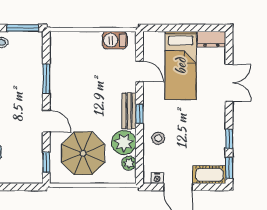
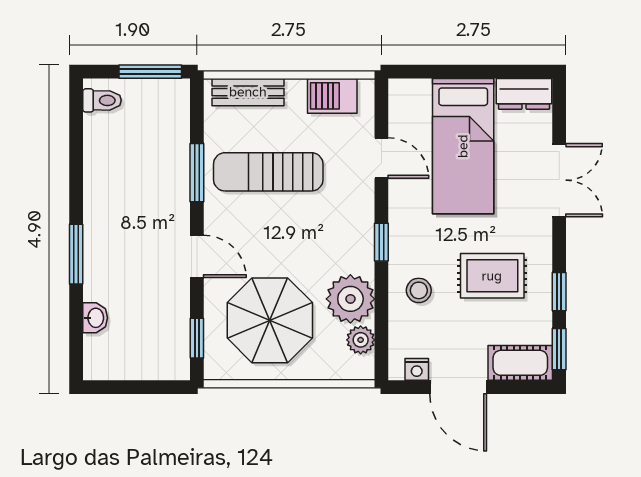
sun lounger: (82, 78) -> (268, 172), added
bench: (129, 111) -> (248, 92), moved, turned 90
rug: (195, 131) -> (492, 276), added

